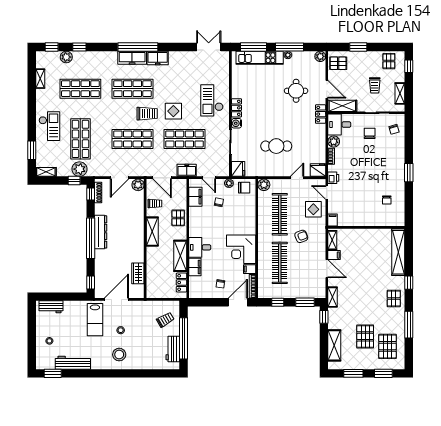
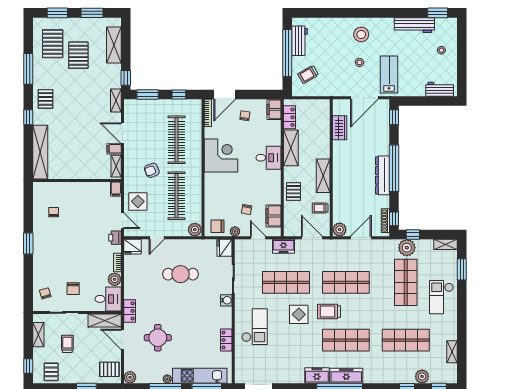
locker: (237, 108) -> (226, 340), moved
filing cabinet: (195, 267) -> (274, 109), moved
filing cabinet: (250, 269) -> (211, 133), removed

